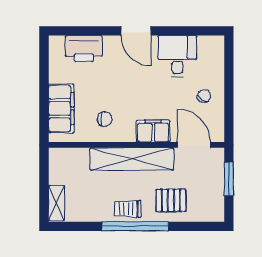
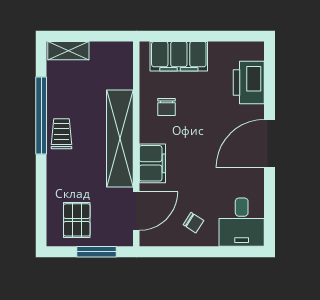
door: (136, 31) -> (269, 144), width x1.36
desk: (177, 56) -> (242, 222), moved, turned 90
pallet: (171, 200) -> (77, 220), moved
window: (135, 226) -> (41, 115), moved

